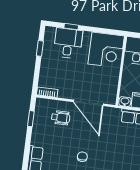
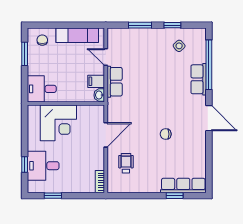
corner desk: (106, 50) -> (58, 123), moved, turned 90
door: (88, 103) -> (106, 135), width x0.73
window: (31, 119) -> (175, 196), moved

